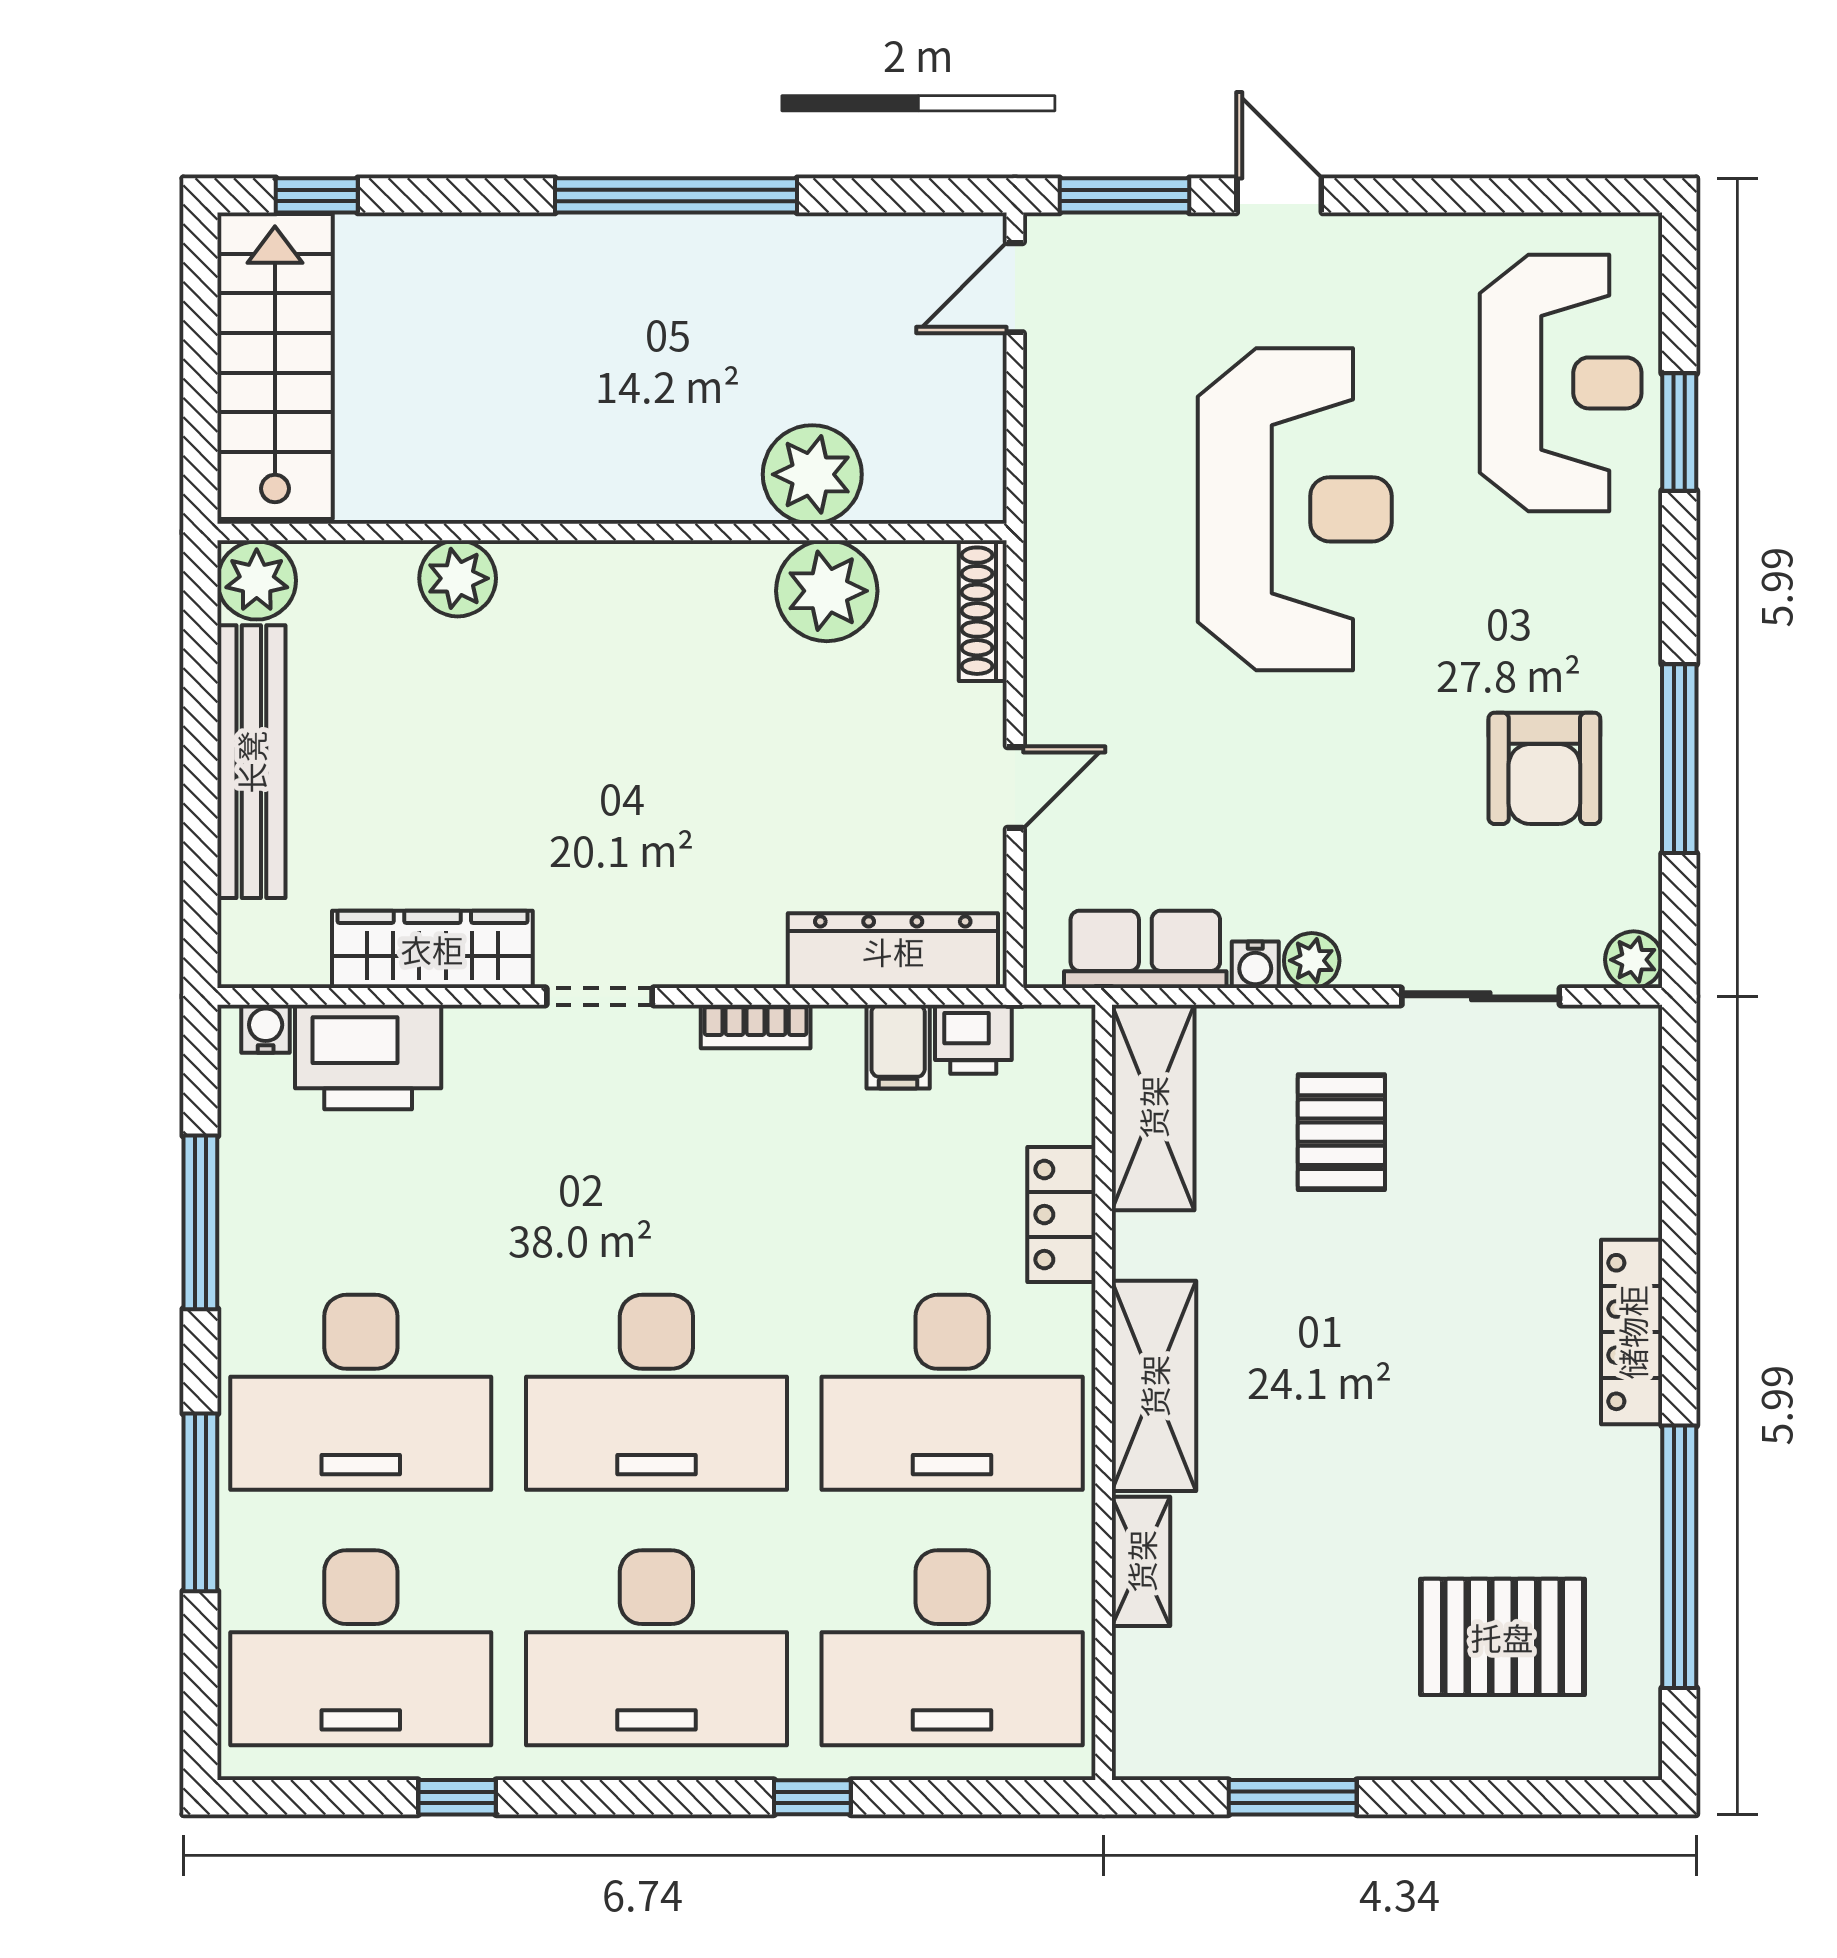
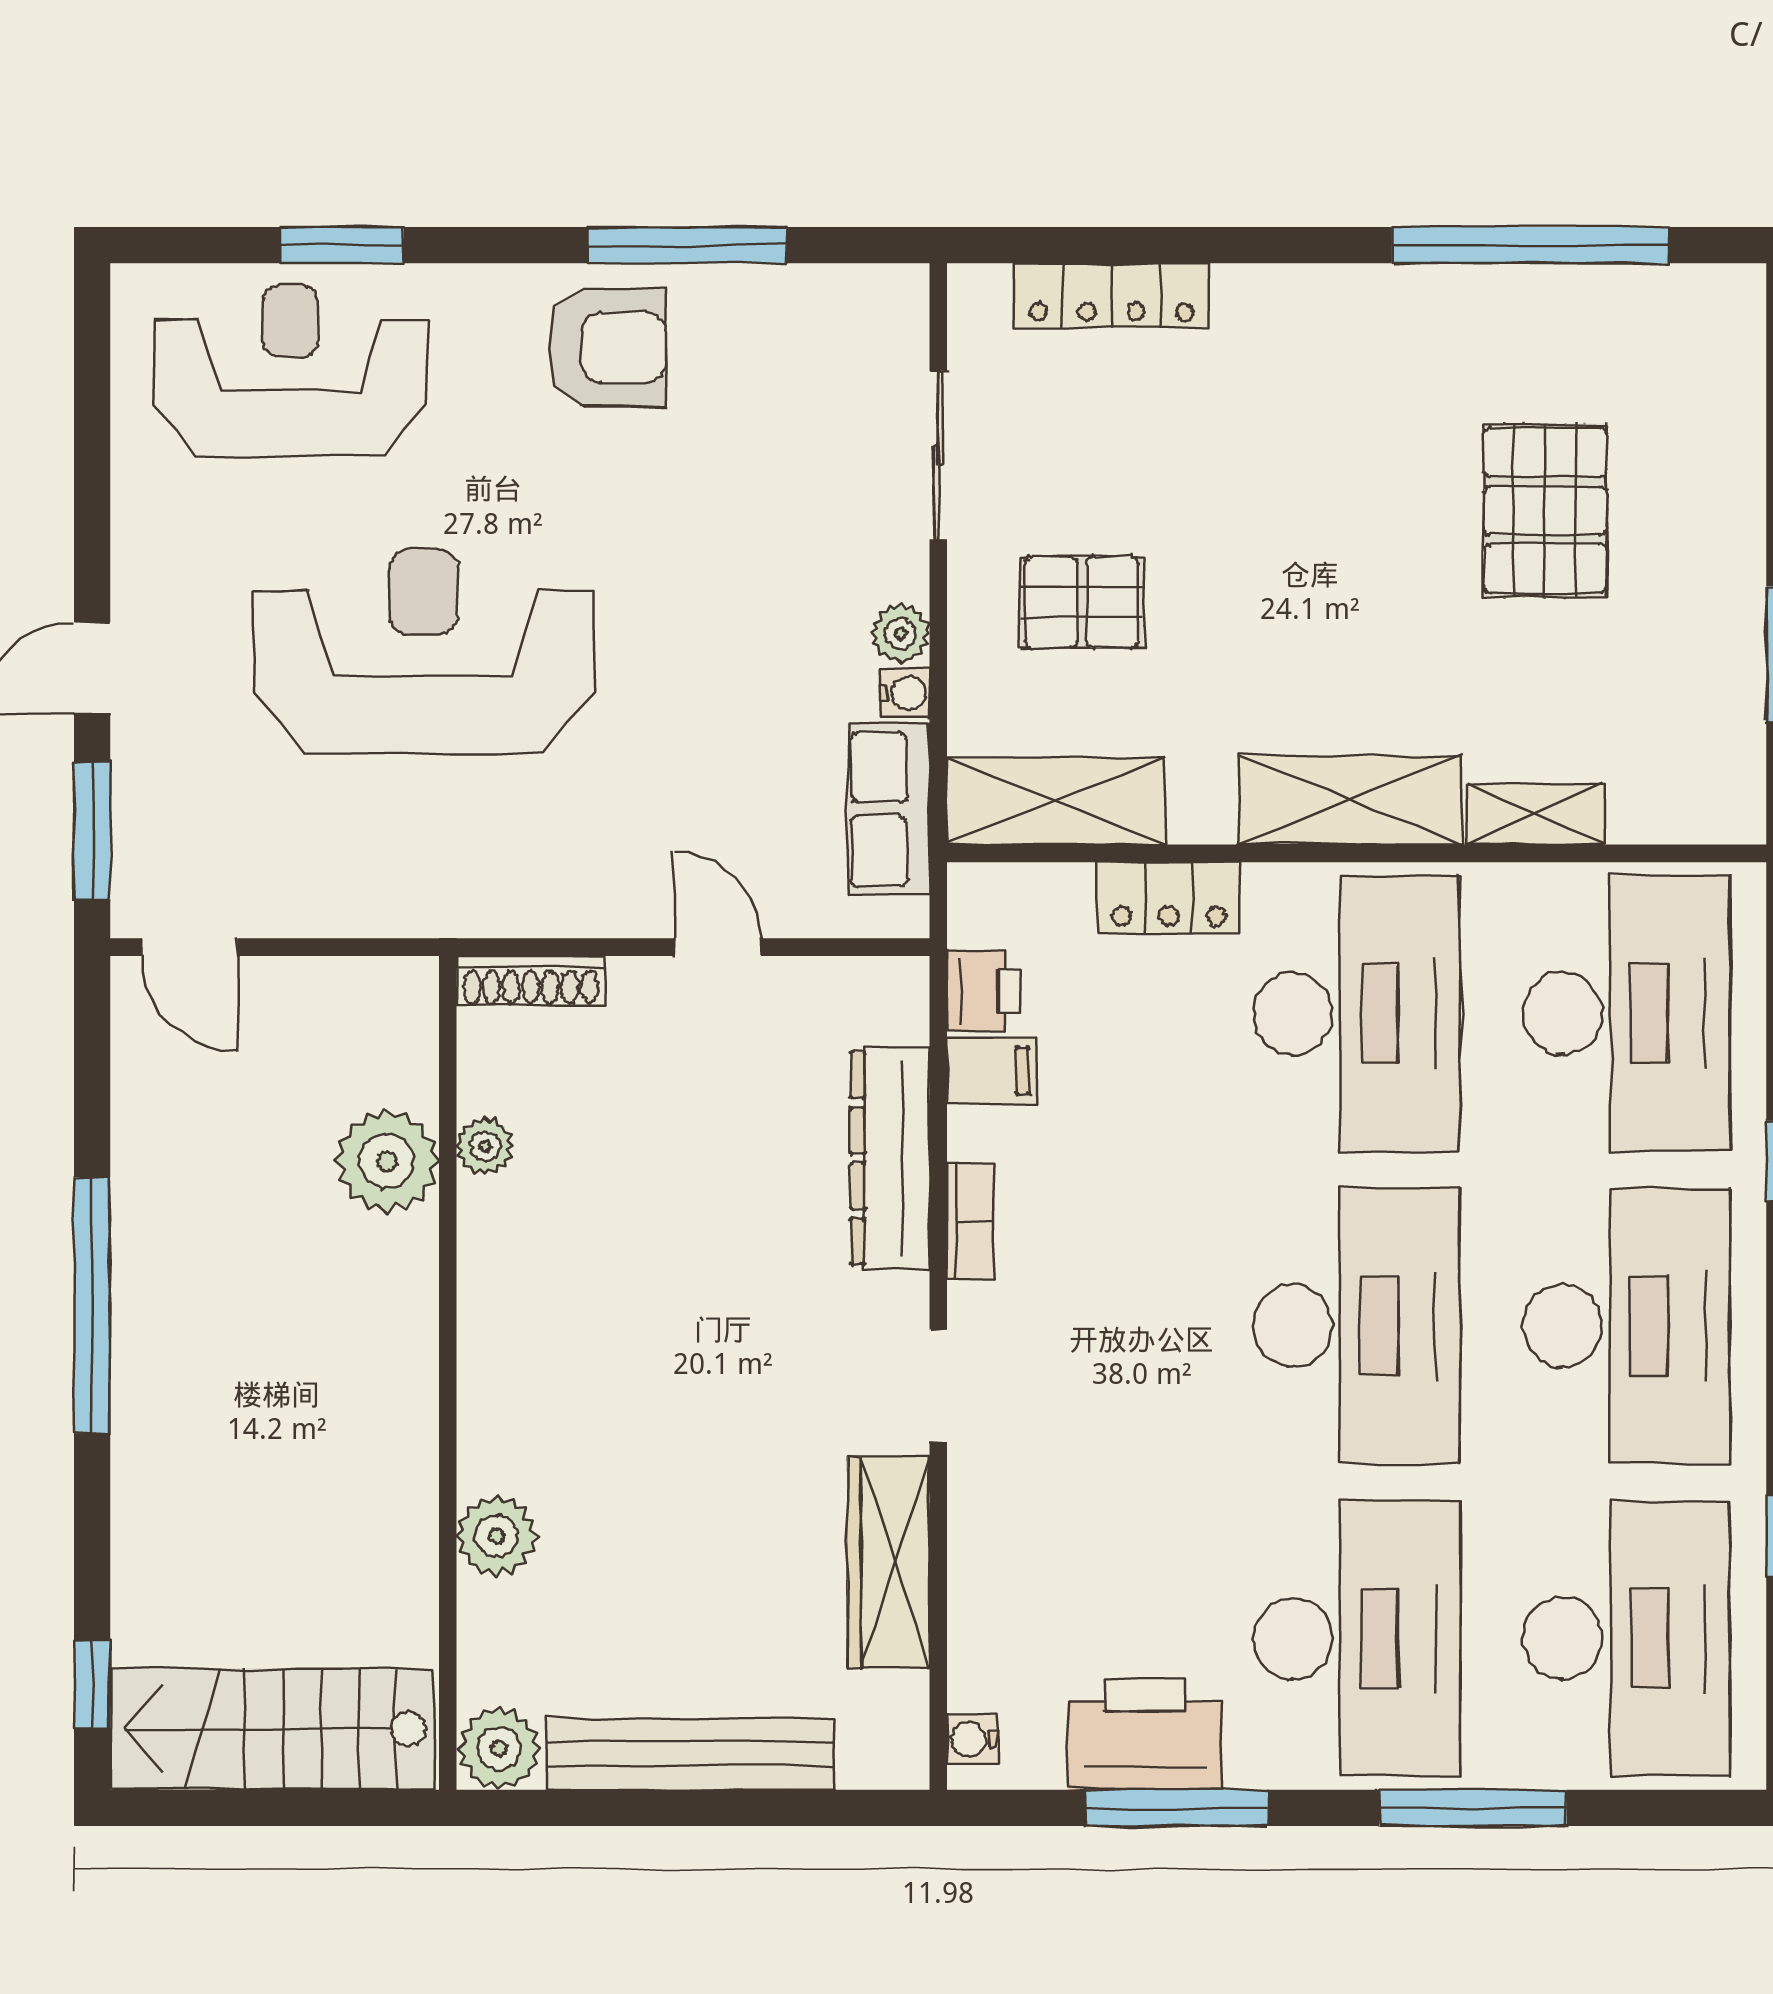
plant: (827, 591) -> (485, 1146), width x0.53, depth x0.53
armchair: (1544, 768) -> (607, 347), moved
dresser: (893, 951) -> (890, 1158), moved
plant: (1634, 960) -> (900, 293), removed
printer: (368, 1057) -> (1145, 1734), moved, turned -90
locker: (1632, 1332) -> (1111, 296), moved
pallet: (1502, 1637) -> (1545, 511), moved

